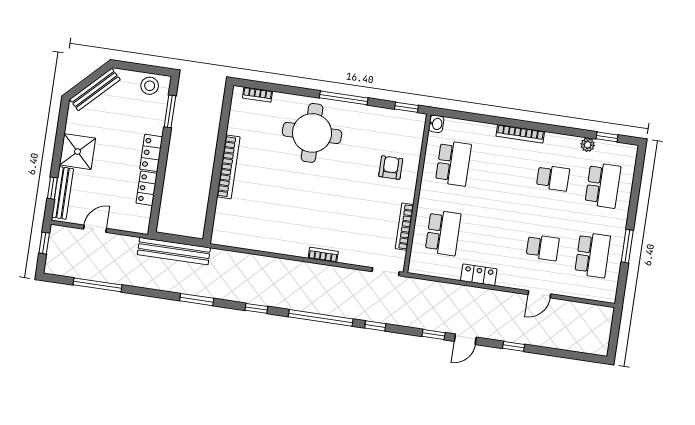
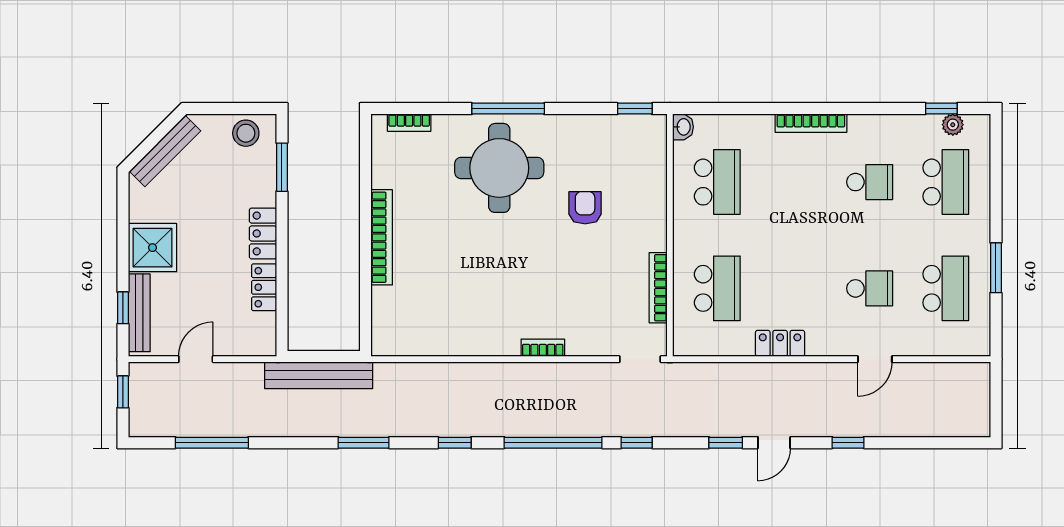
window: (344, 98) -> (508, 109), moved
plant: (588, 145) -> (953, 125), moved
armchair: (391, 168) -> (585, 208), moved

